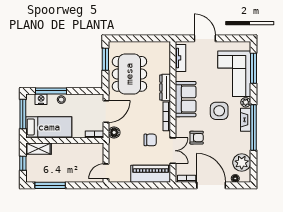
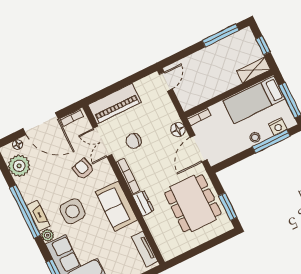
dresser: (165, 87) -> (143, 203), width x0.70
armchair: (197, 138) -> (83, 169), turned 76

